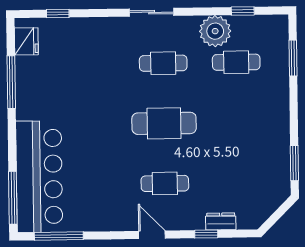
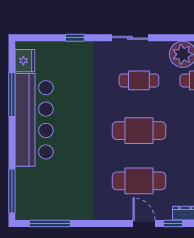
window: (58, 14) -> (75, 38), moved
bar counter: (39, 177) -> (34, 120), moved
cafe table: (165, 183) -> (139, 181), width x1.37, depth x1.35
door: (152, 235) -> (144, 224), moved

